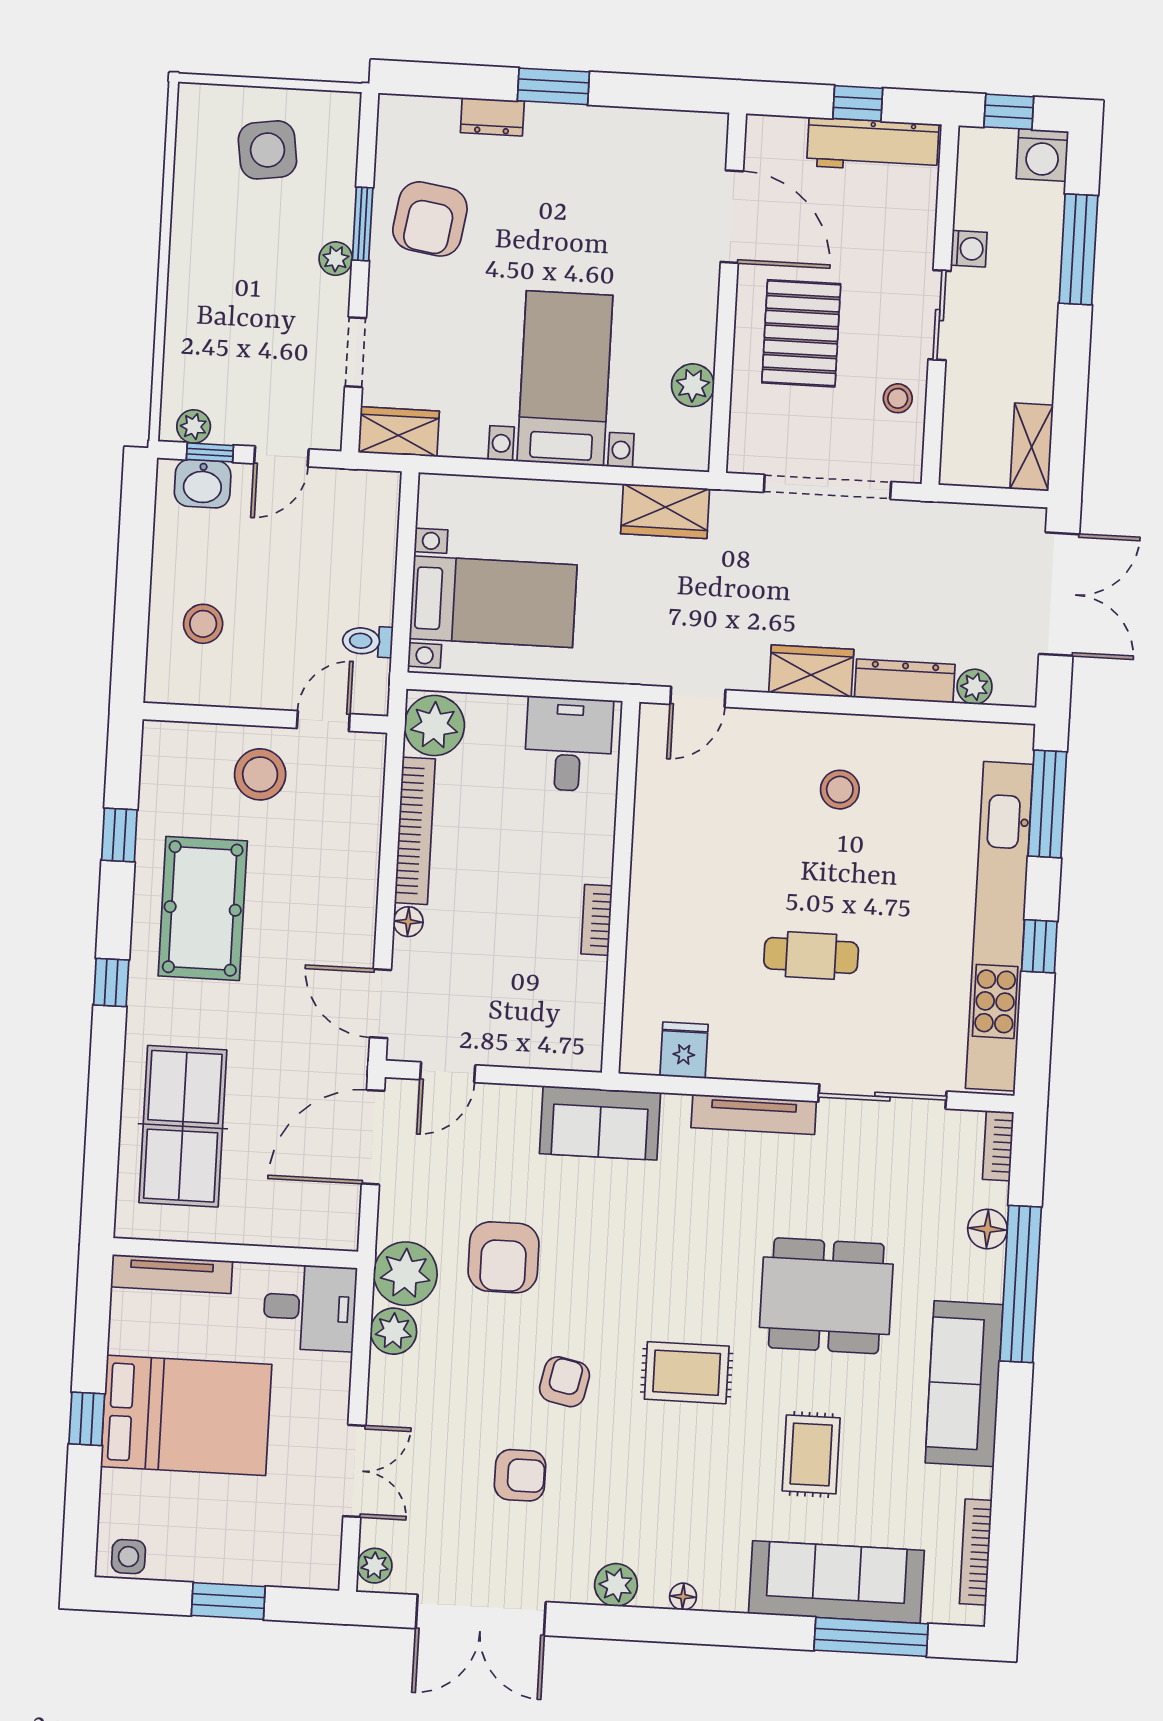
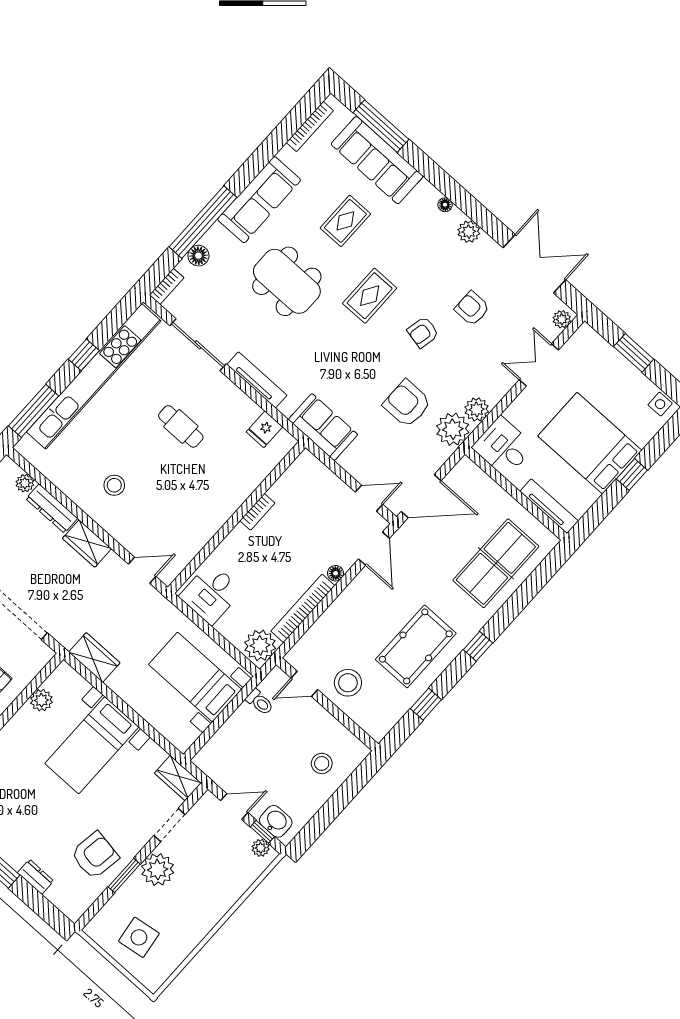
plant: (336, 259) -> (158, 870), width x1.87, depth x1.87
armchair: (503, 1257) -> (407, 404), turned -90
rug: (687, 1373) -> (370, 296), turned 90

